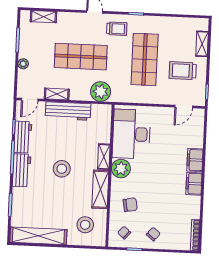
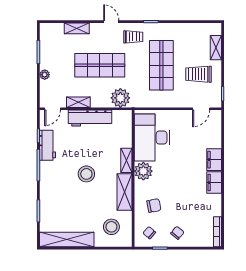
shelving: (43, 17) -> (77, 28), moved
workbench: (22, 170) -> (48, 177), removed

